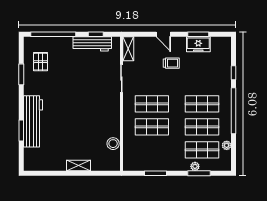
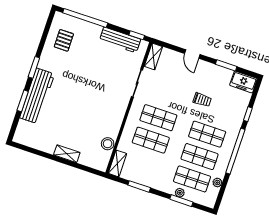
window: (96, 34) -> (137, 35), moved
freezer: (198, 44) -> (243, 82), moved
trolley: (171, 63) -> (202, 100), moved
window: (21, 74) -> (34, 67), moved
shelving: (128, 159) -> (117, 163), added

